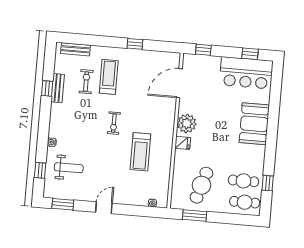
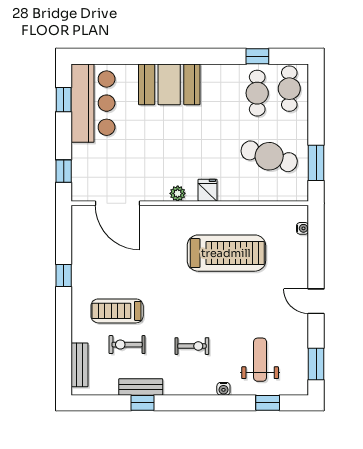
exercise bike: (114, 123) -> (192, 346), moved
plant: (187, 123) -> (178, 193), width x0.53, depth x0.53
treadmill: (140, 152) -> (226, 253), width x1.37, depth x1.37

